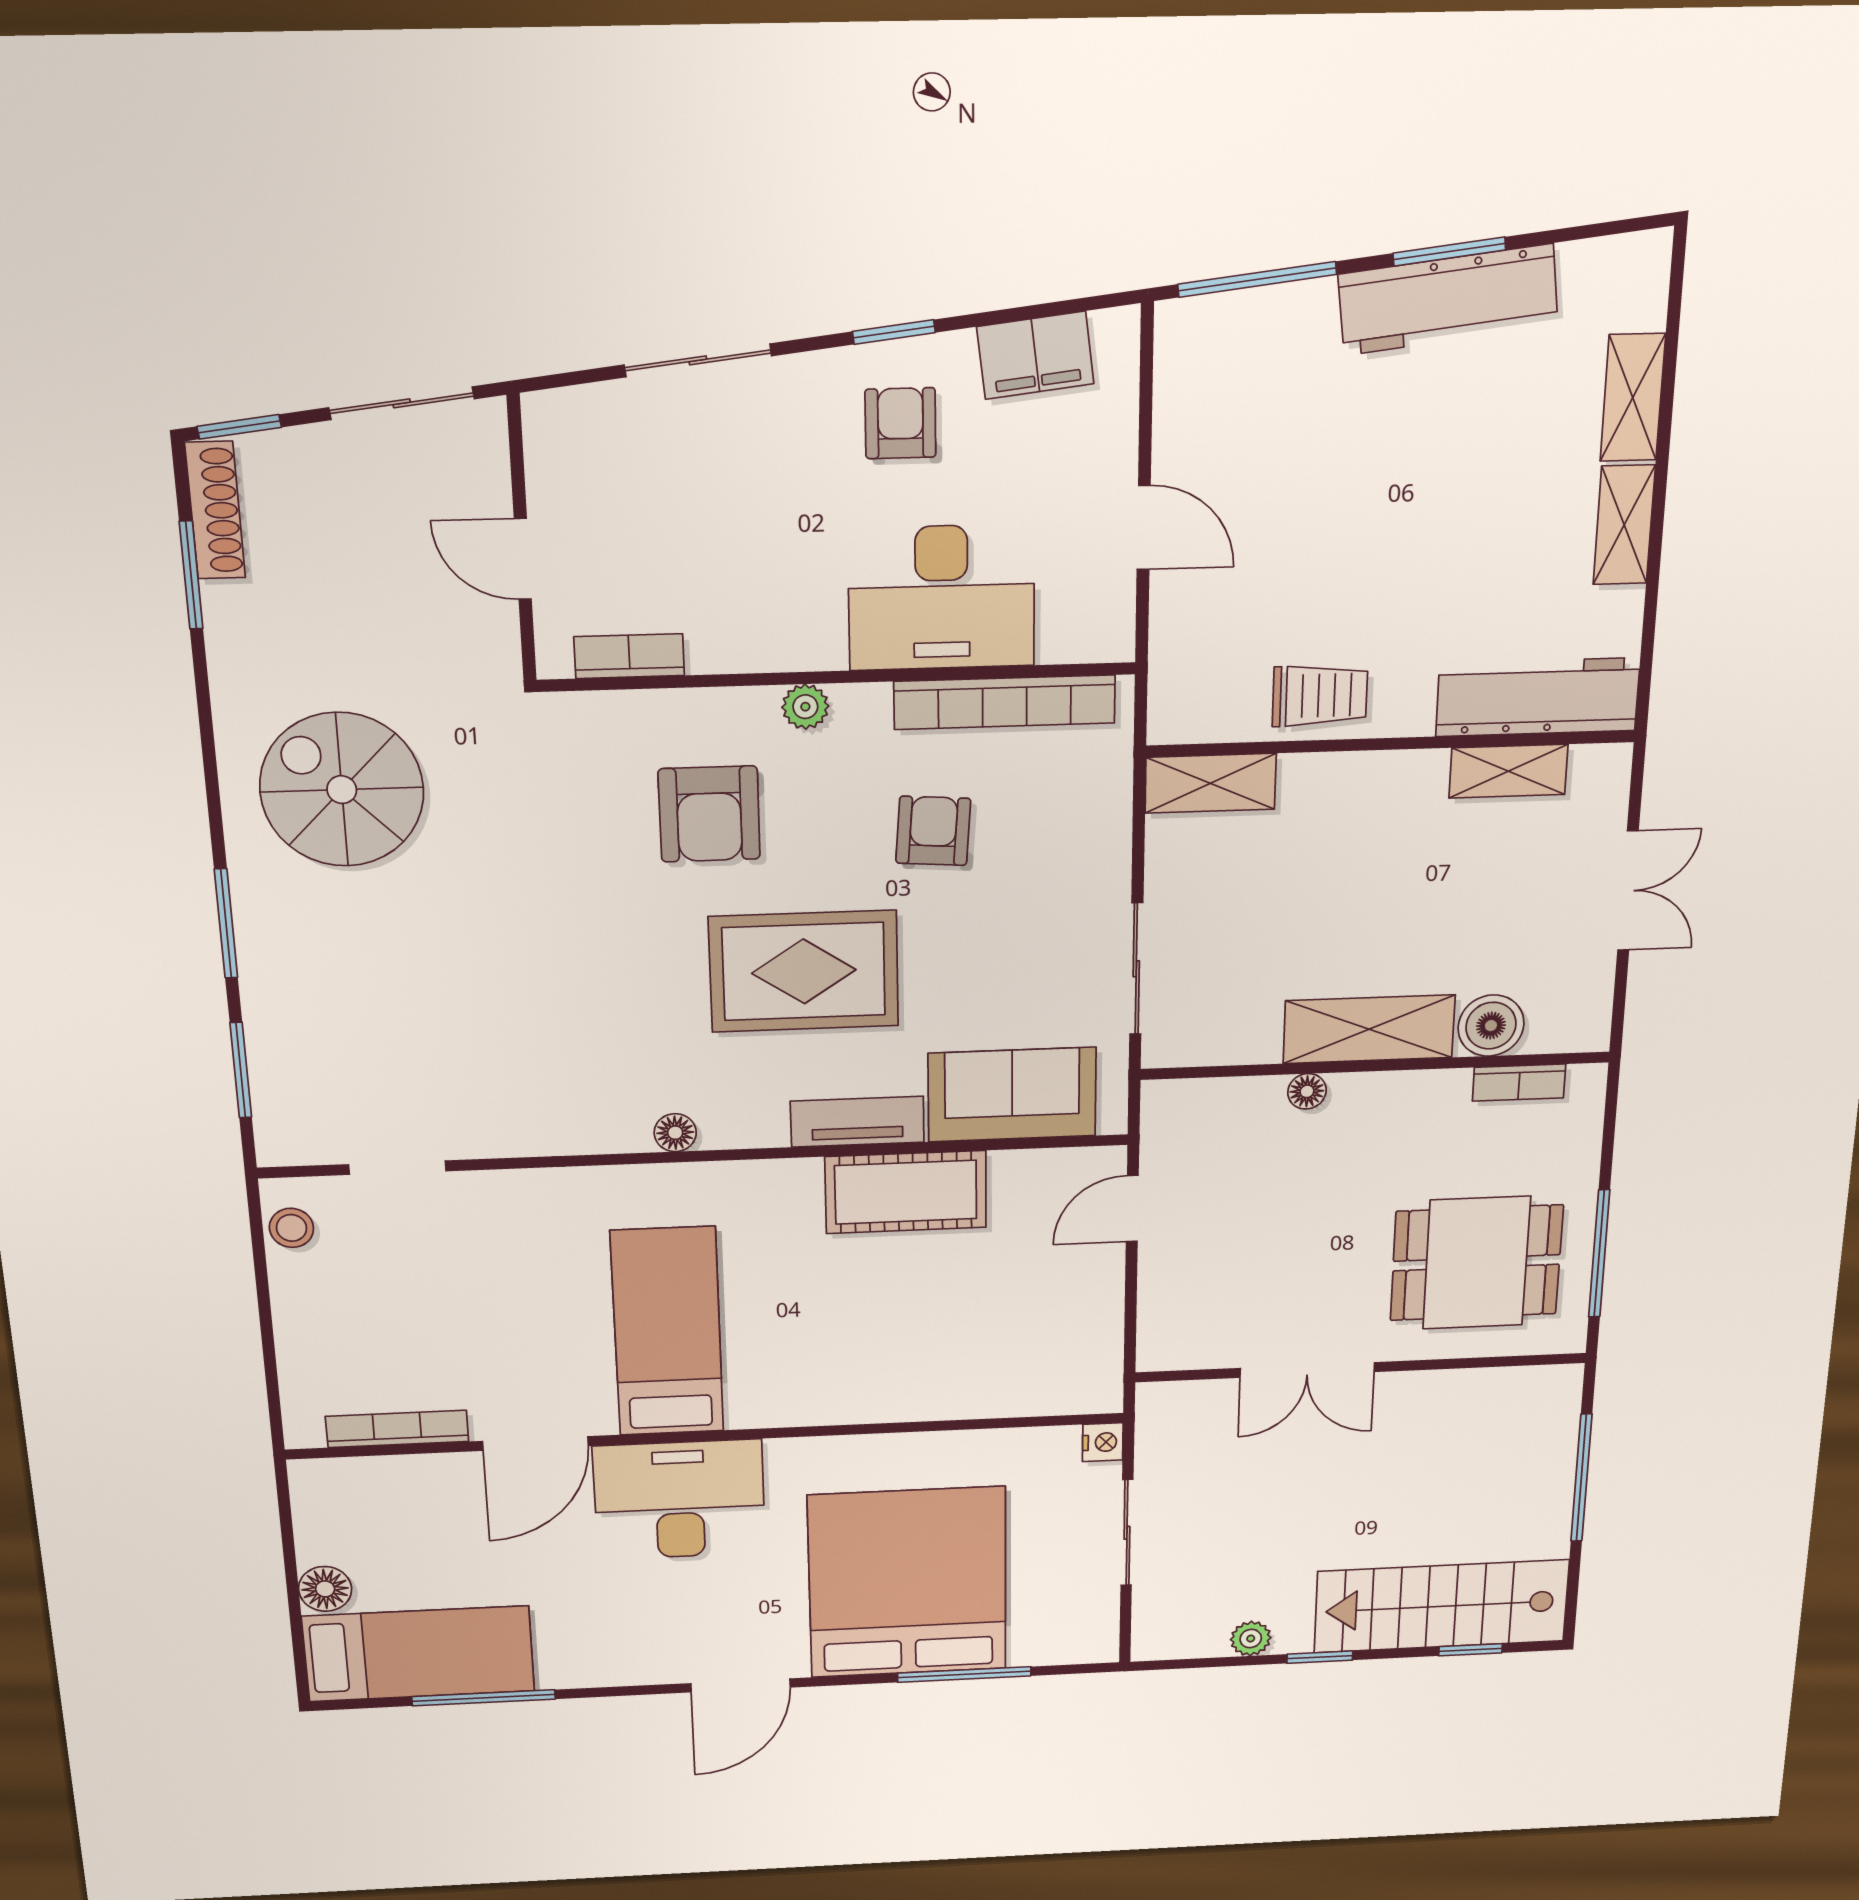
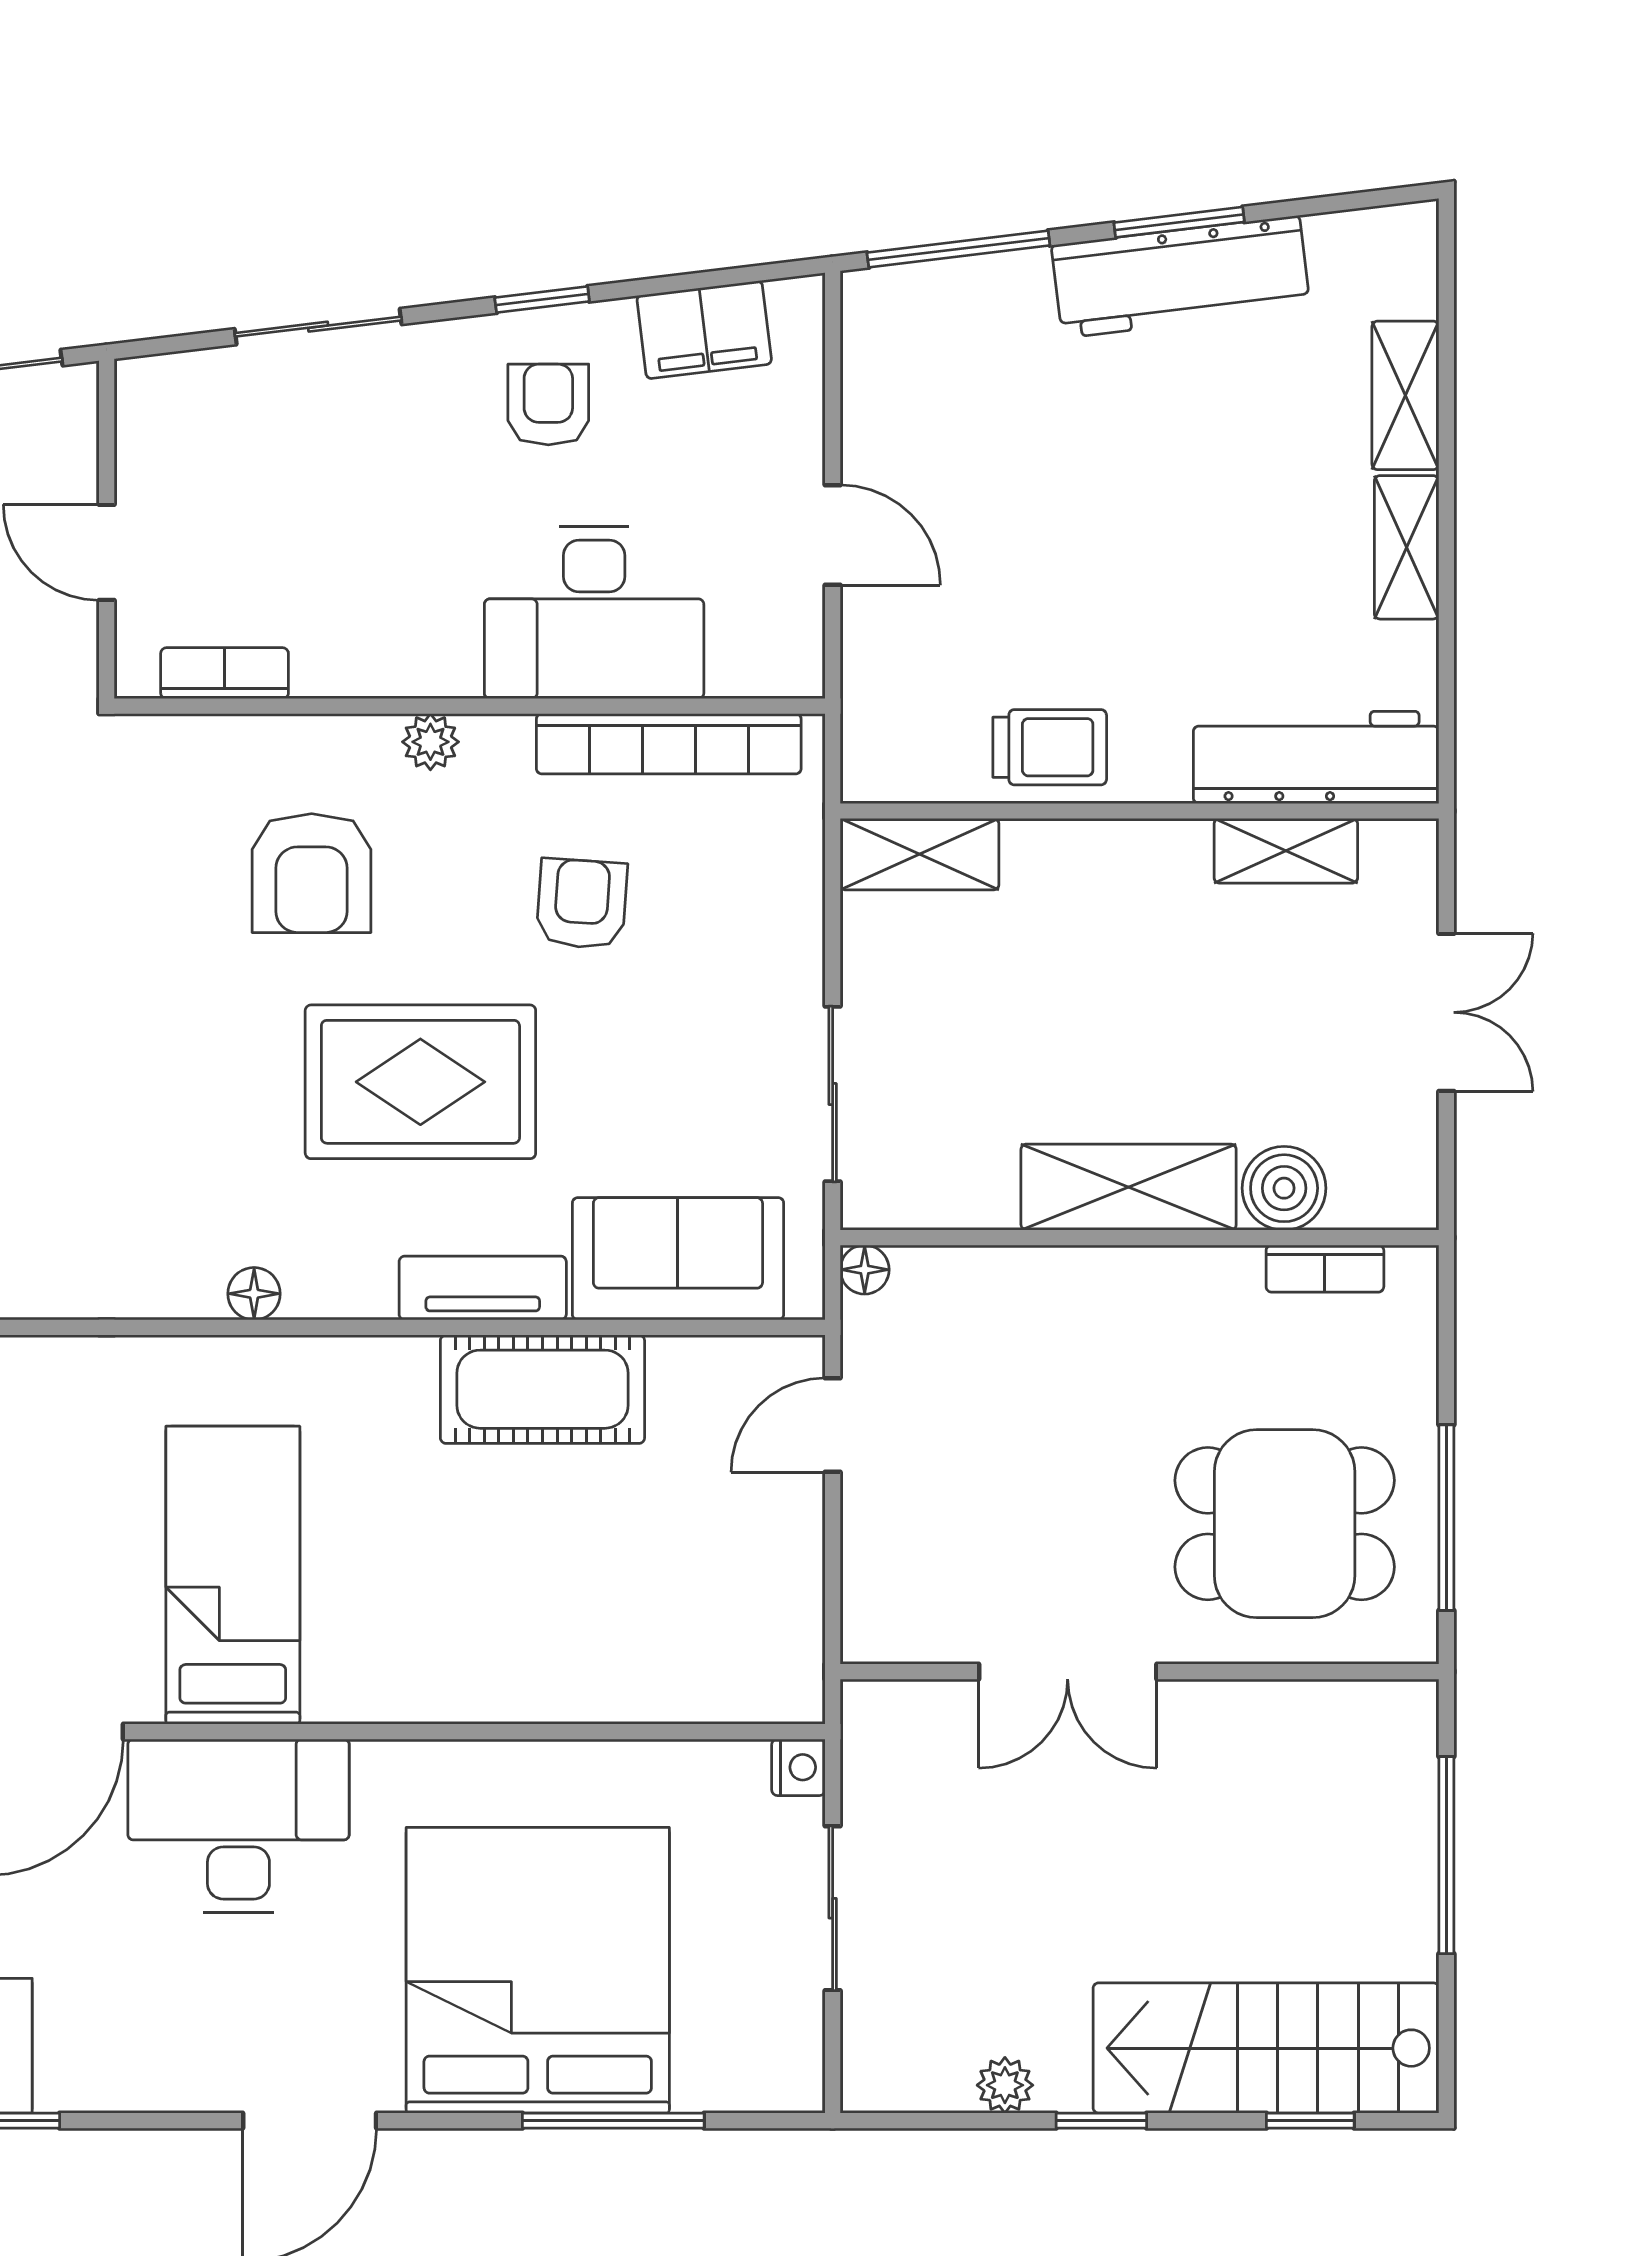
floor lamp: (1307, 1091) -> (865, 1270), moved

